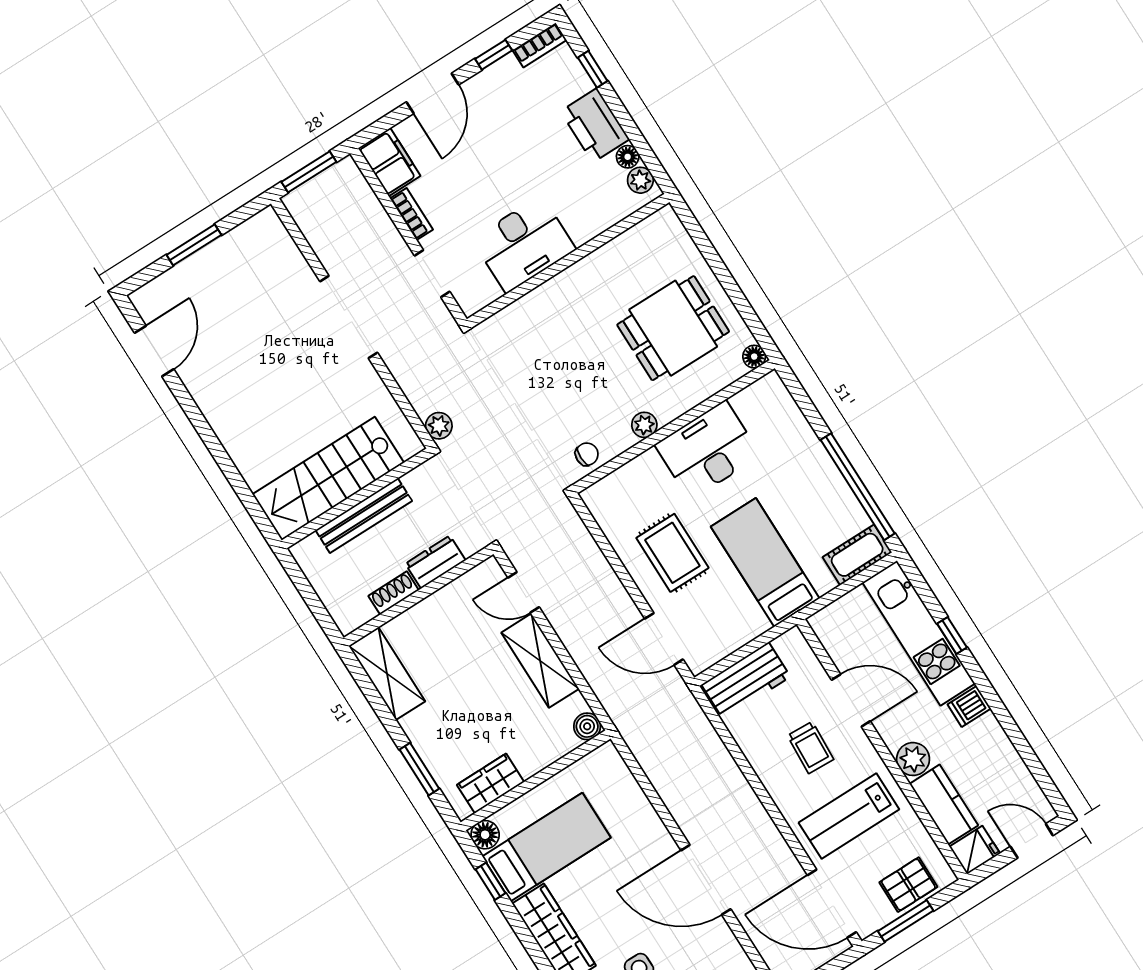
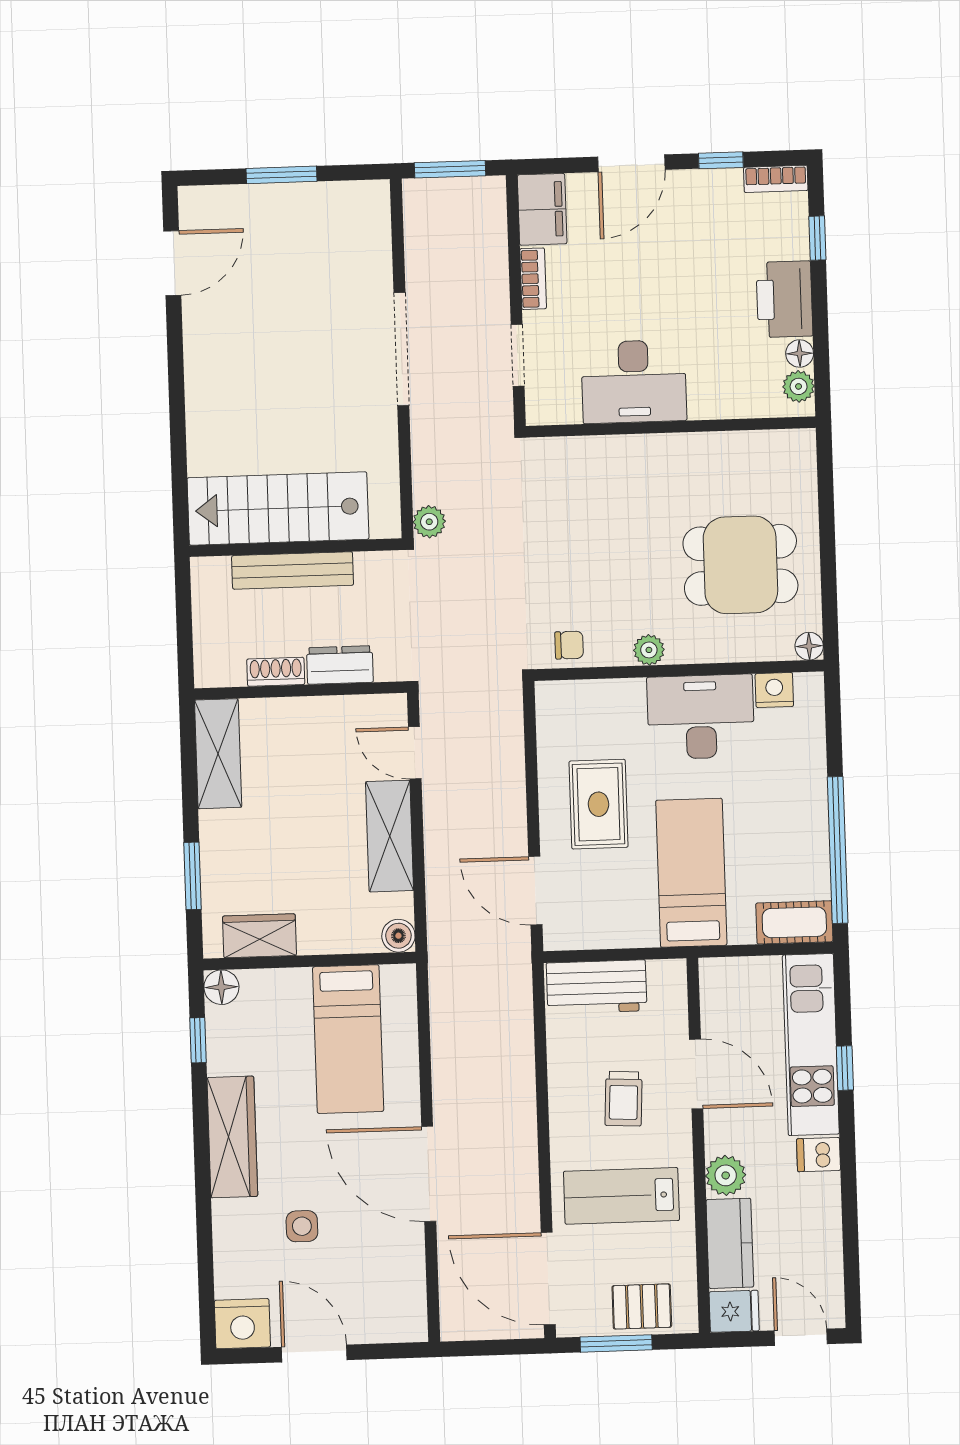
nightstand: (748, 401) -> (774, 690), added
bed: (546, 847) -> (348, 1039), moved, turned 90

